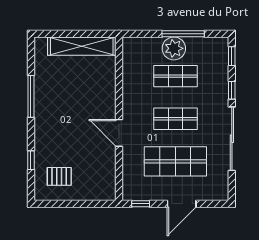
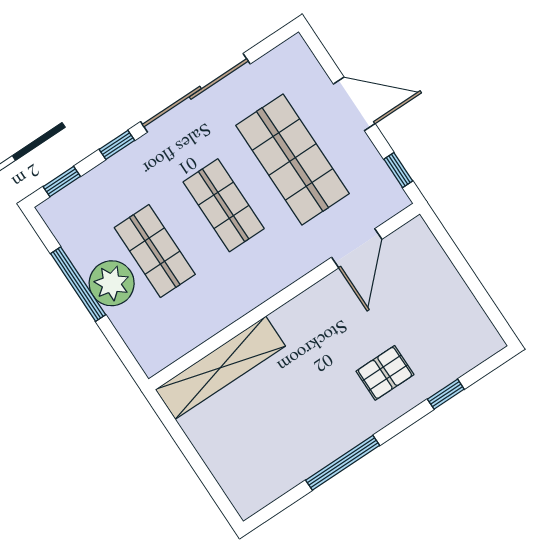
shelving: (82, 46) -> (220, 368), moved, turned 90
door: (119, 133) -> (357, 248), moved
pallet: (59, 176) -> (385, 373), moved, turned 90

